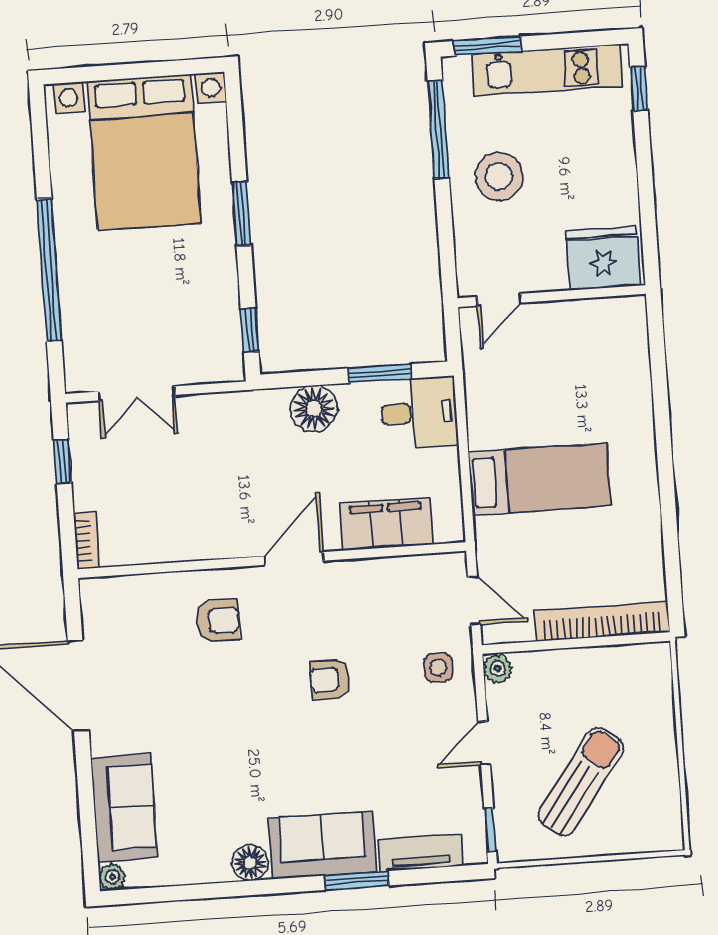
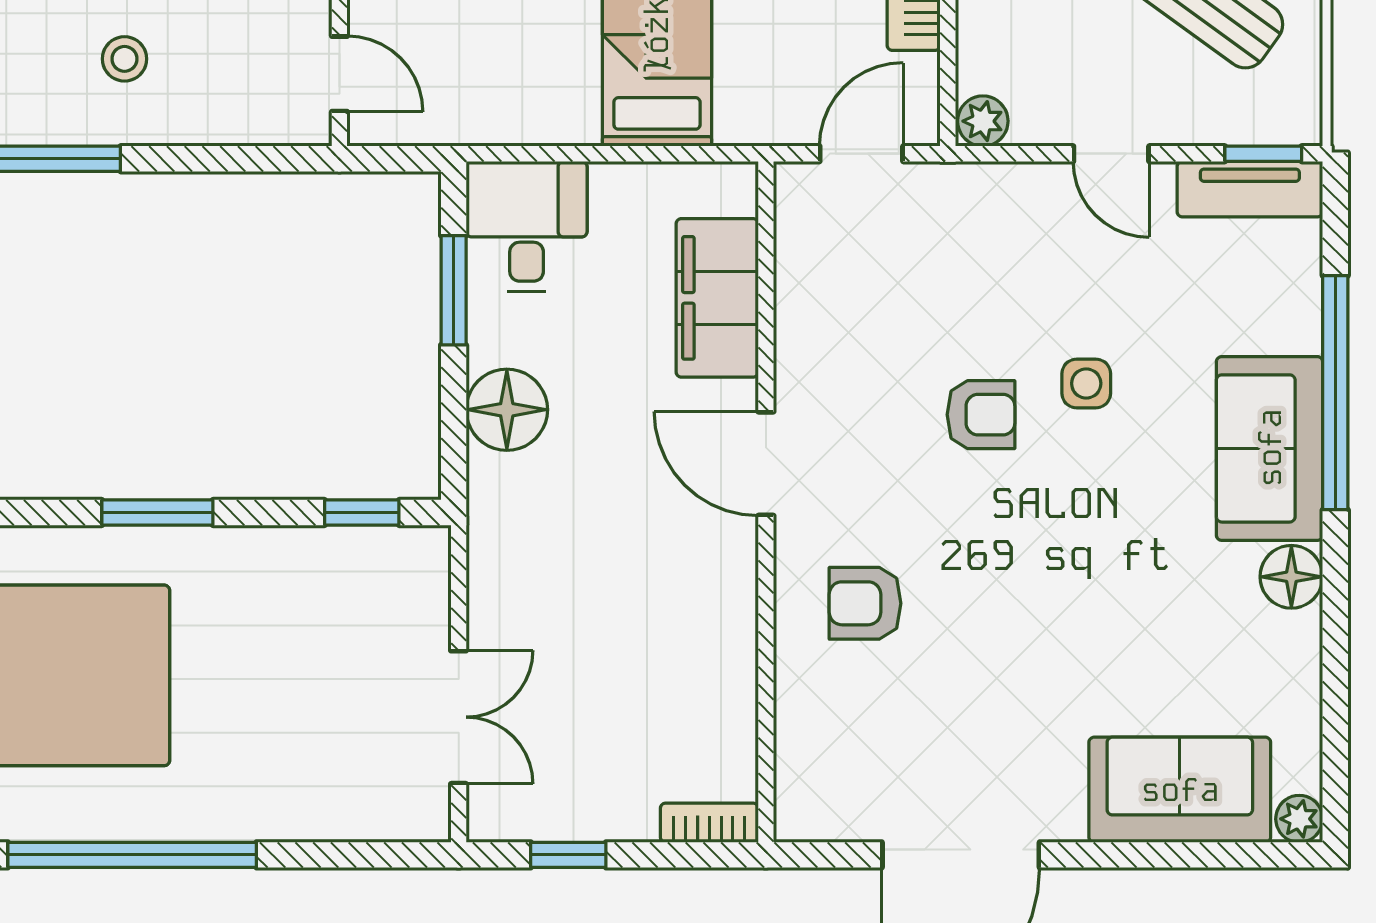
stool: (499, 177) -> (124, 59), width x0.53, depth x0.53
window: (49, 270) -> (132, 855), moved
armchair: (218, 621) -> (865, 603), turned -90
side table: (438, 668) -> (1086, 383), moved
armchair: (330, 679) -> (981, 415), turned -90
tv unit: (420, 853) -> (1250, 189), moved, turned -90
window: (357, 880) -> (1335, 393), width x2.11

